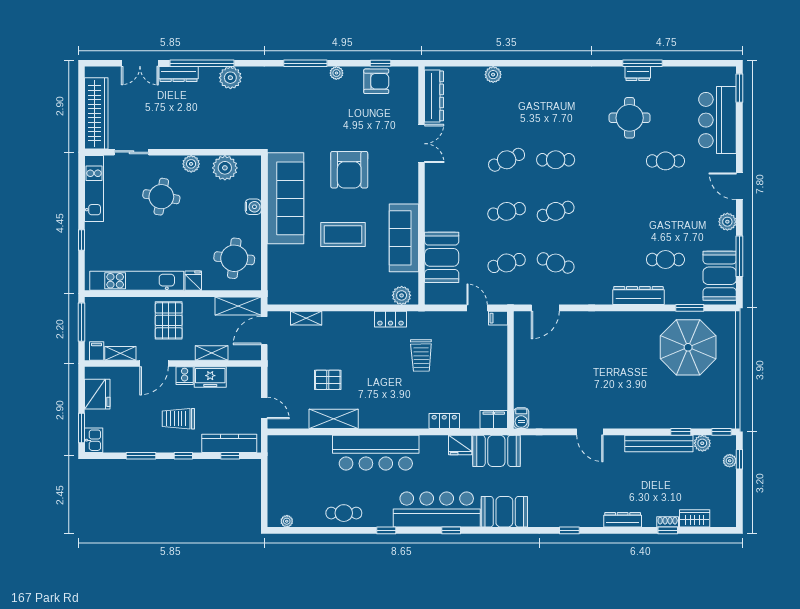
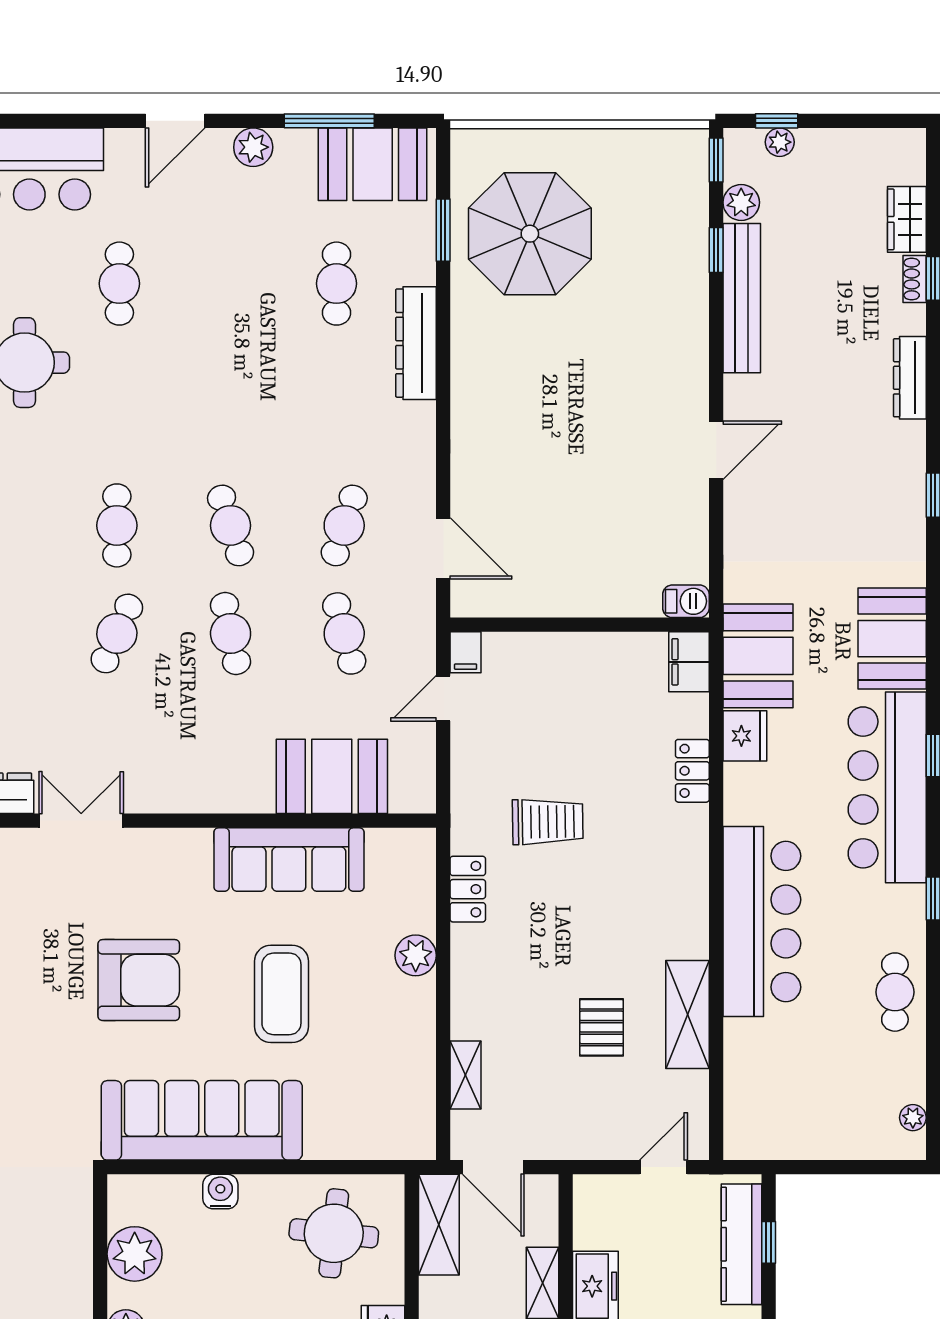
cafe table: (507, 160) -> (117, 633), turned 48
plant: (402, 295) -> (416, 955), moved

